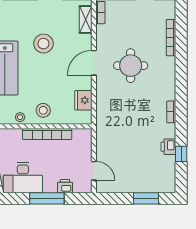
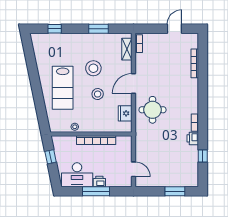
round table: (131, 66) -> (153, 110), moved
stool: (43, 110) -> (98, 94), moved
printer: (168, 147) -> (193, 138), moved
printer: (65, 186) -> (99, 182), moved

